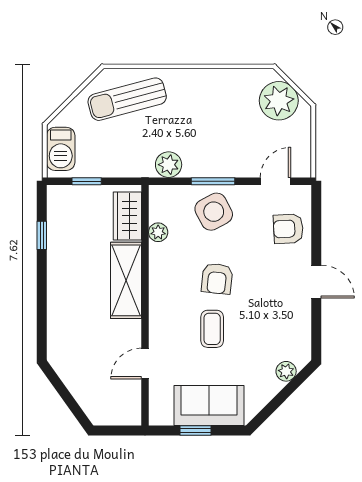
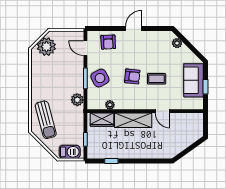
door: (145, 364) -> (163, 111), moved

